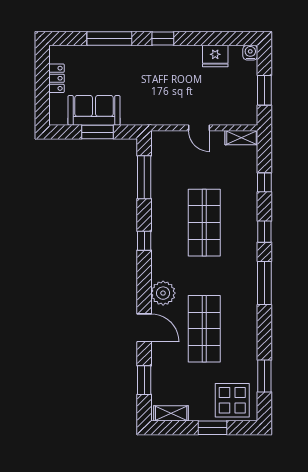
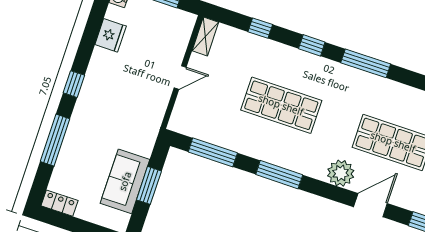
locker: (57, 78) -> (59, 203), moved
window: (144, 241) -> (279, 175), width x2.17

